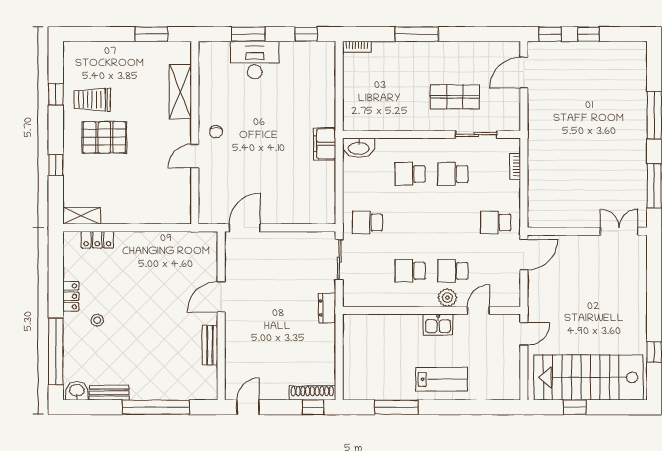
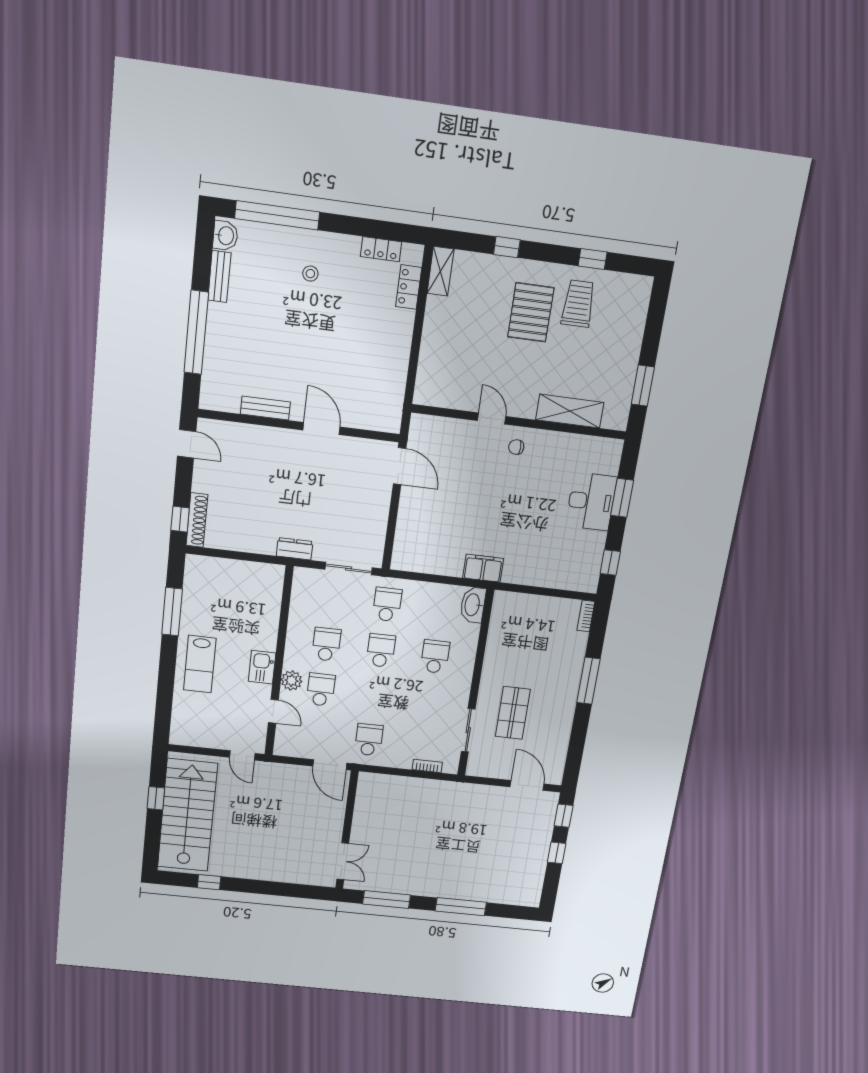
school desk: (453, 174) -> (381, 650), moved
locker: (71, 296) -> (381, 249), moved

